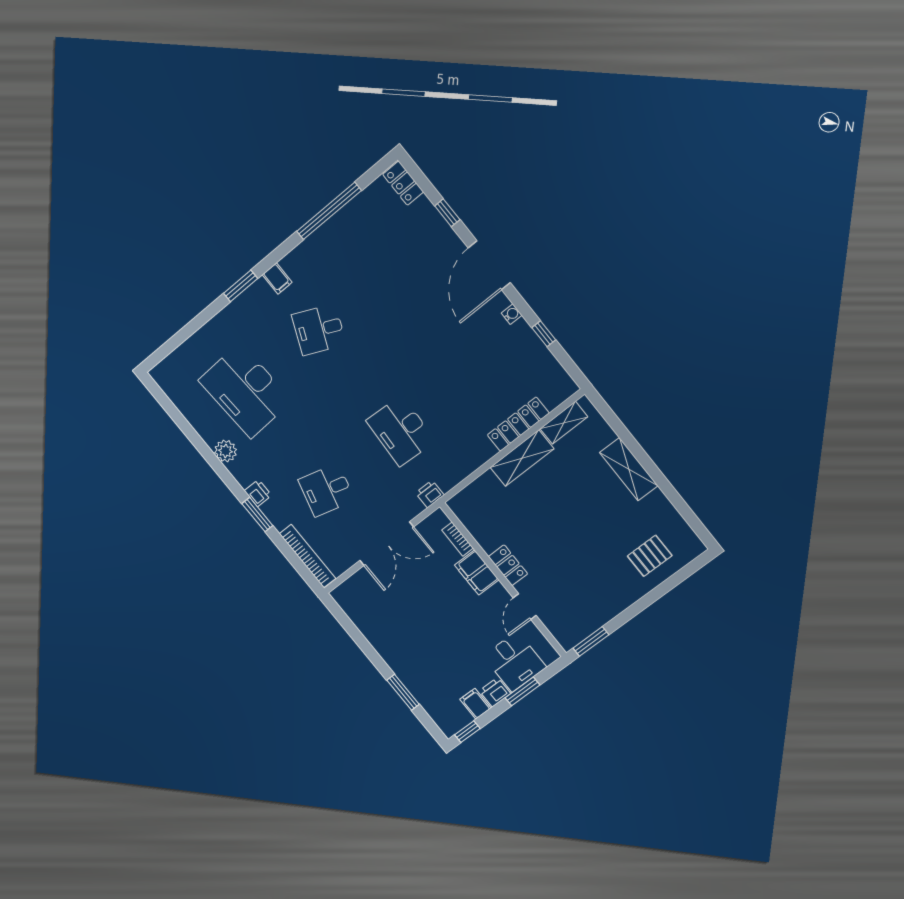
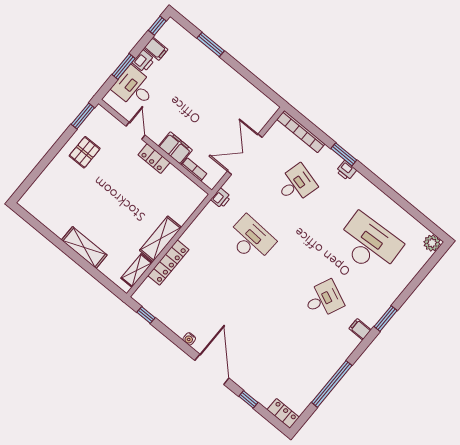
window: (544, 334) -> (146, 315), moved
plant: (226, 451) -> (432, 243), moved
pallet: (650, 556) -> (85, 152), moved

